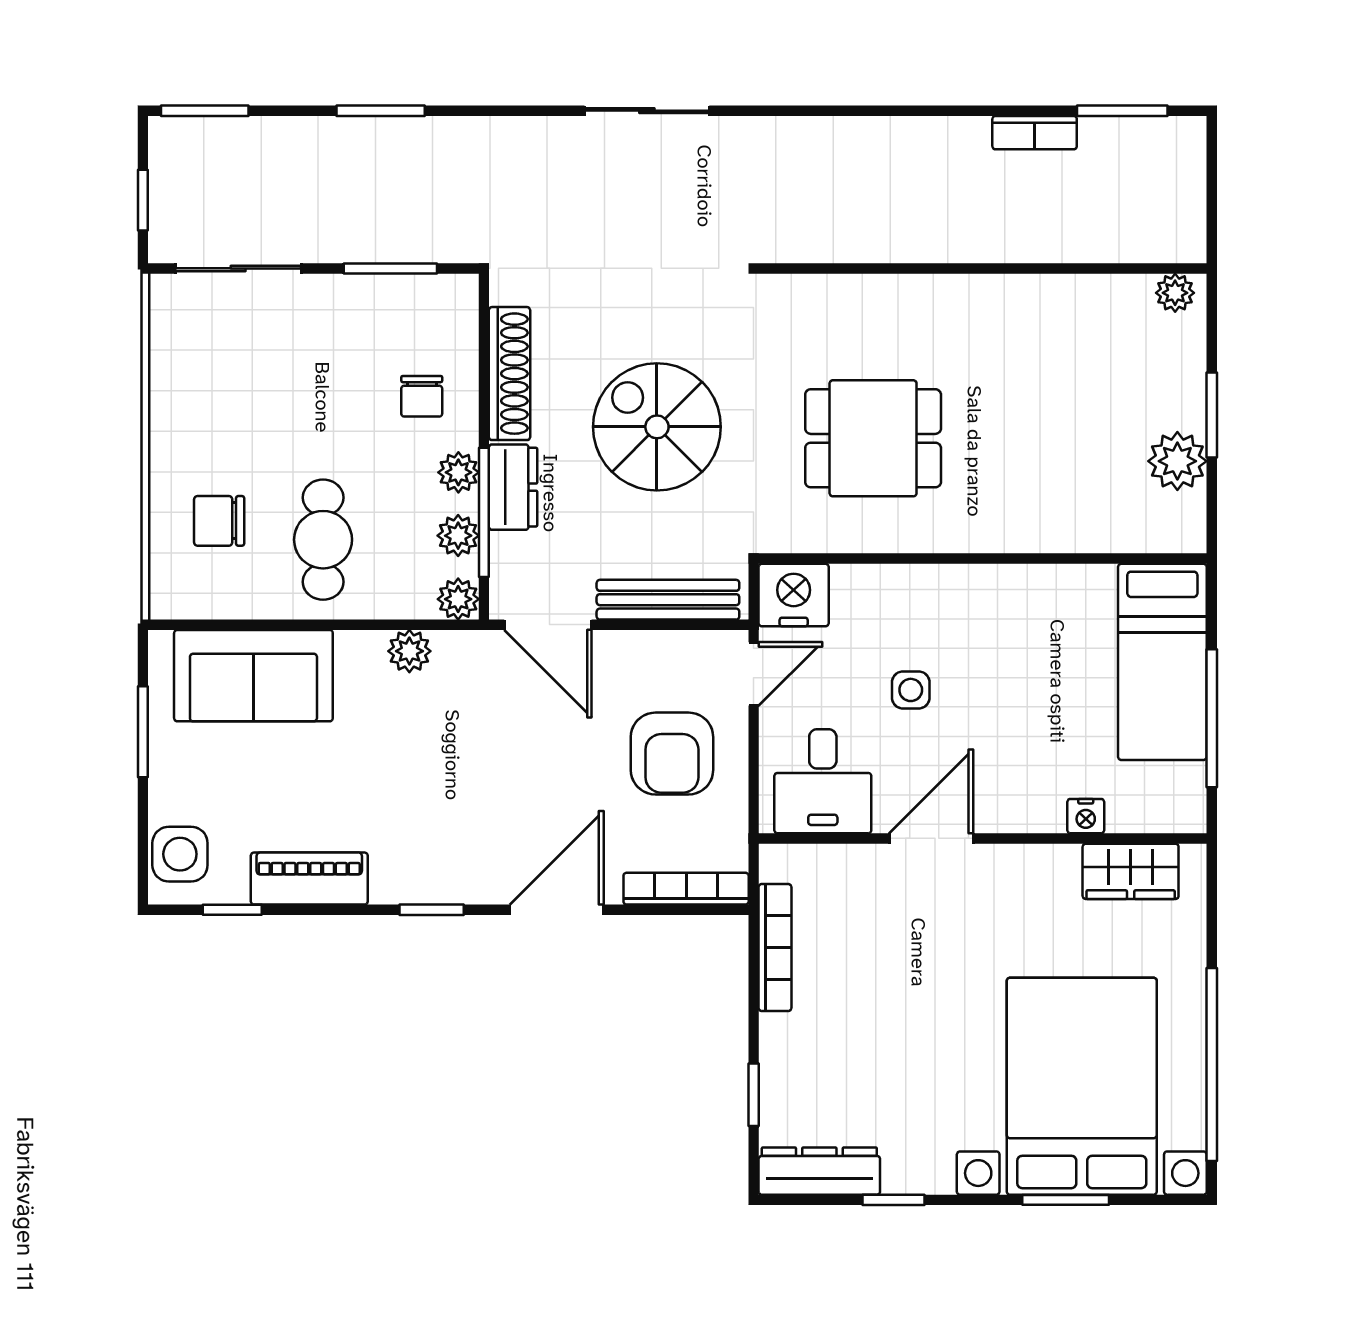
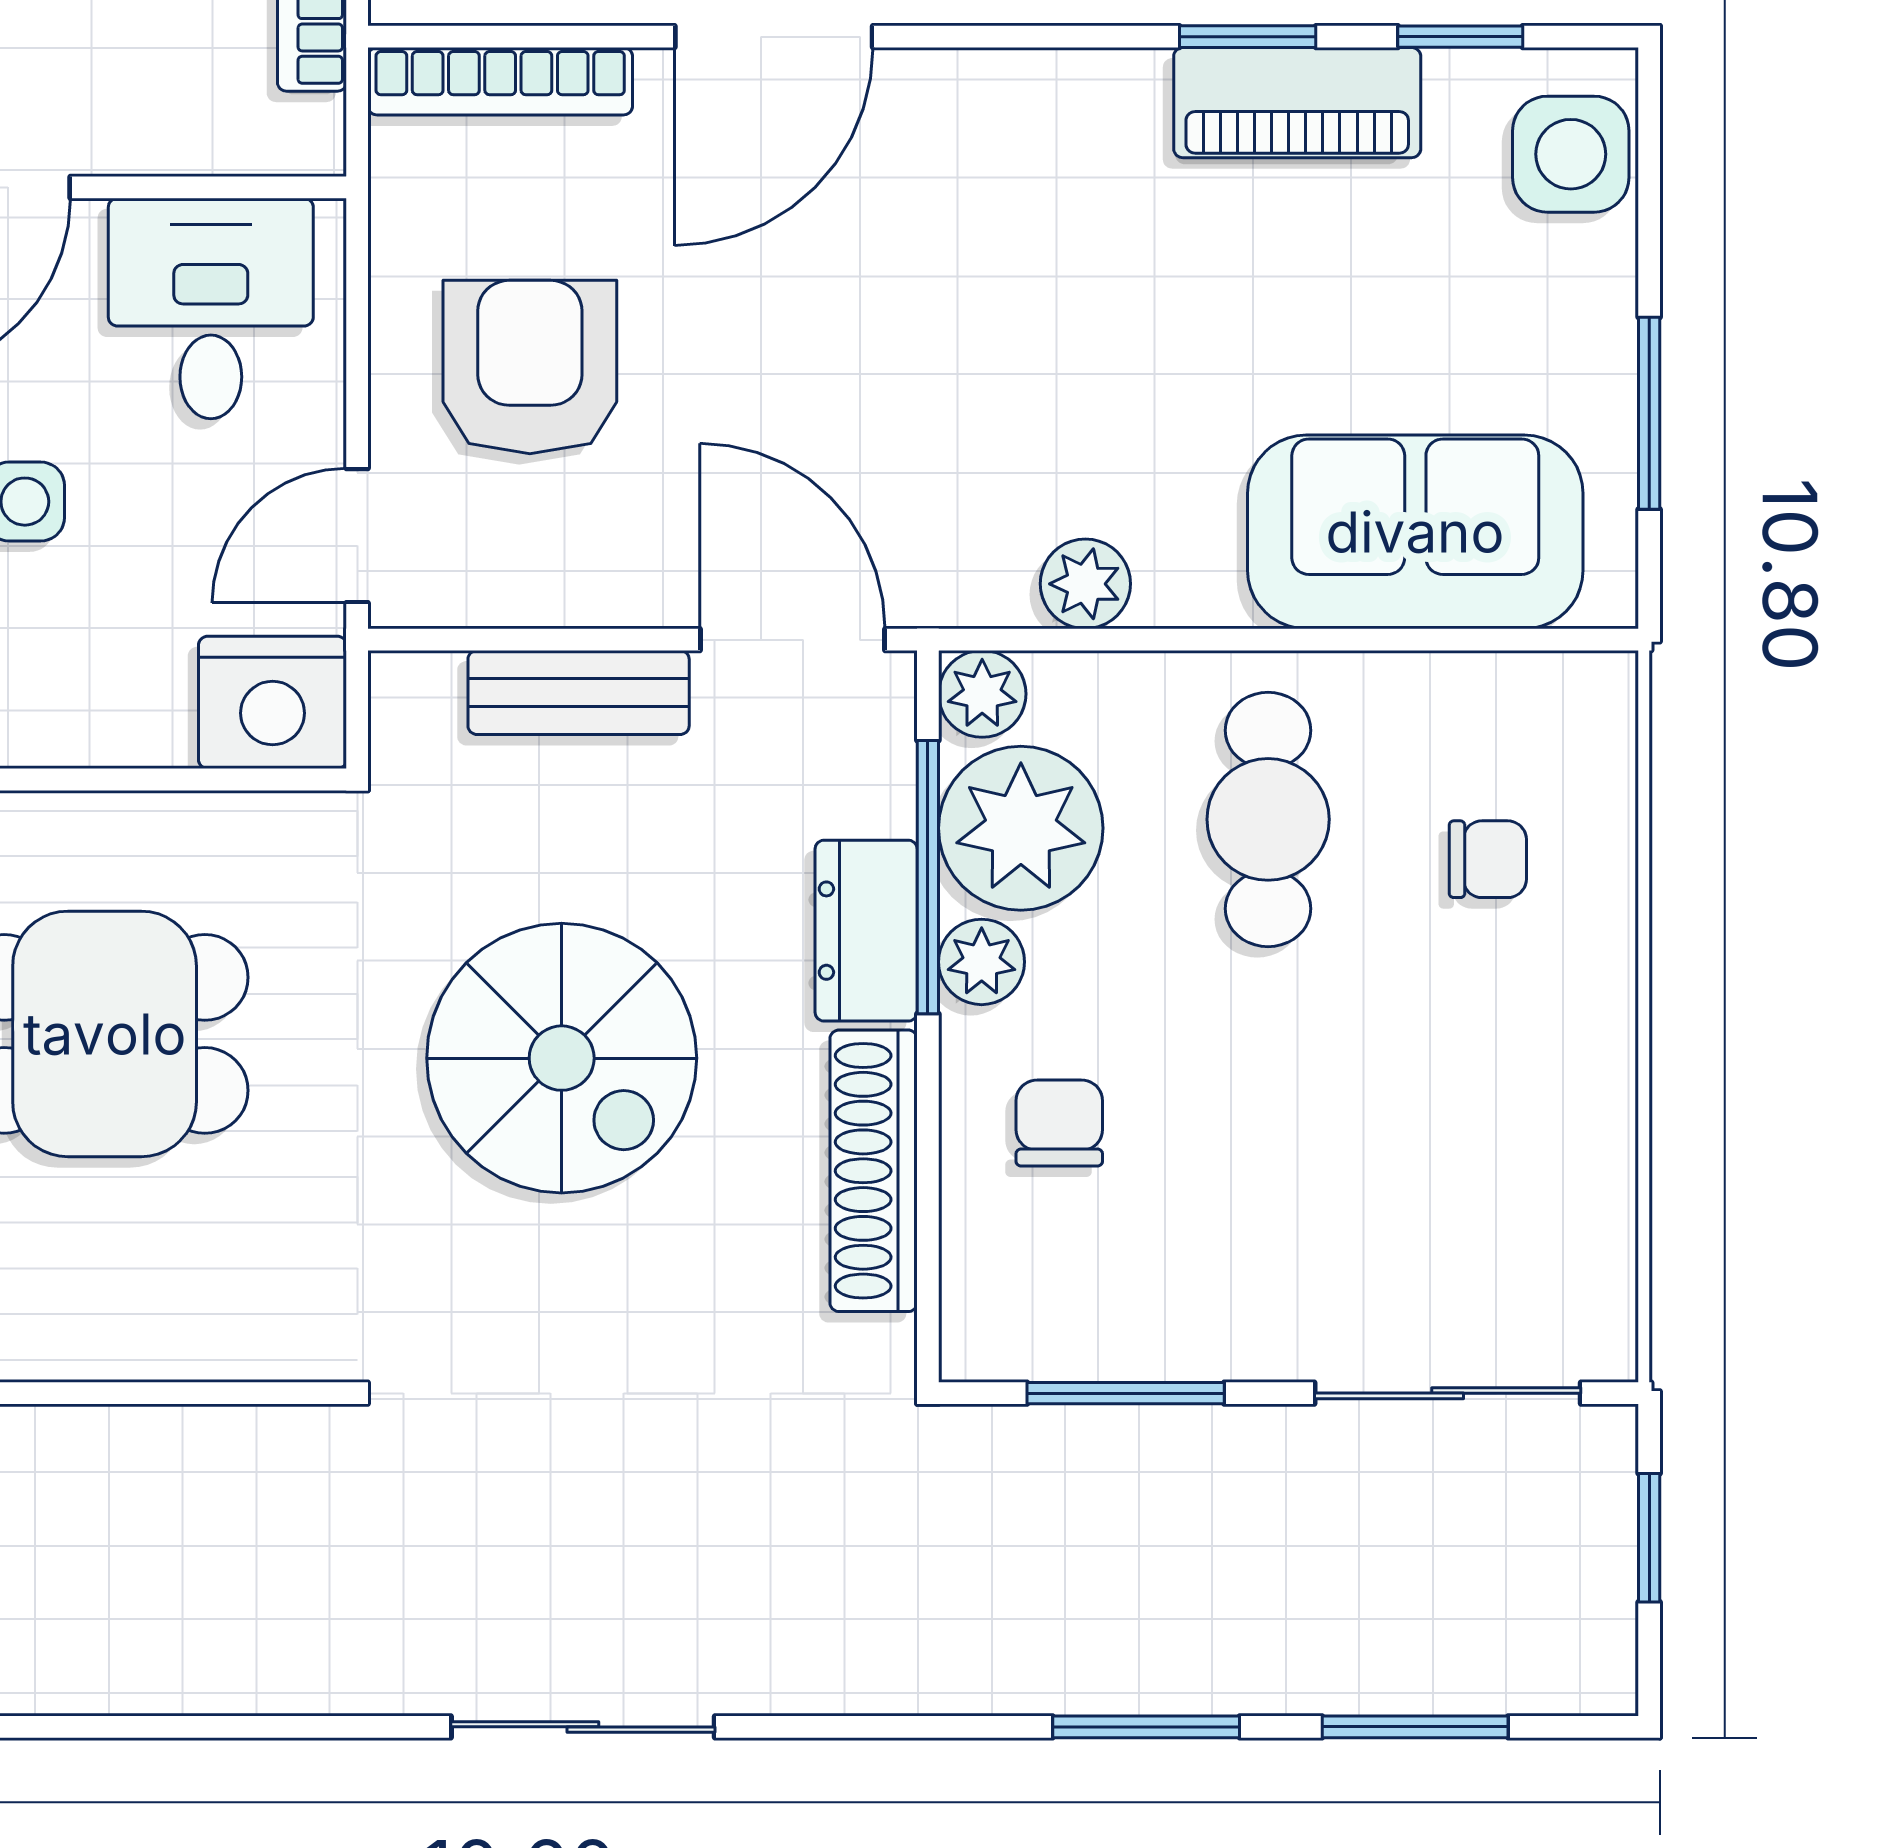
window: (205, 111) -> (1415, 1727), moved
chair: (219, 521) -> (1488, 859), width x0.73, depth x0.73
plant: (458, 536) -> (1021, 828), width x1.87, depth x1.87
bench: (668, 600) -> (579, 692), width x0.73
window: (432, 910) -> (1248, 37), moved

